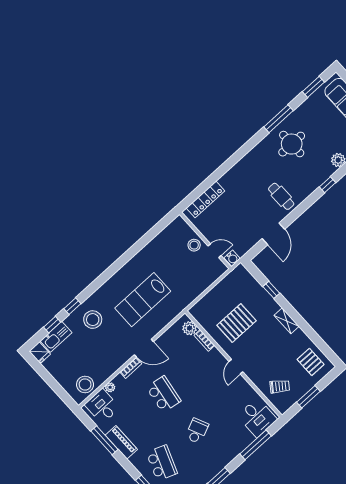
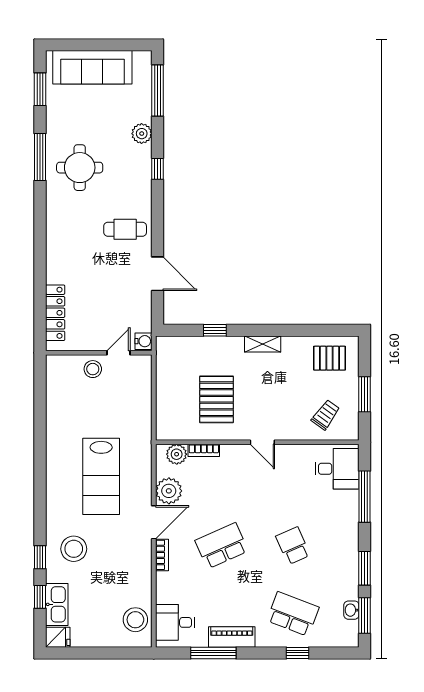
plant: (110, 387) -> (169, 491), moved, width x1.87, depth x1.87
school desk: (164, 394) -> (222, 546), turned -33

